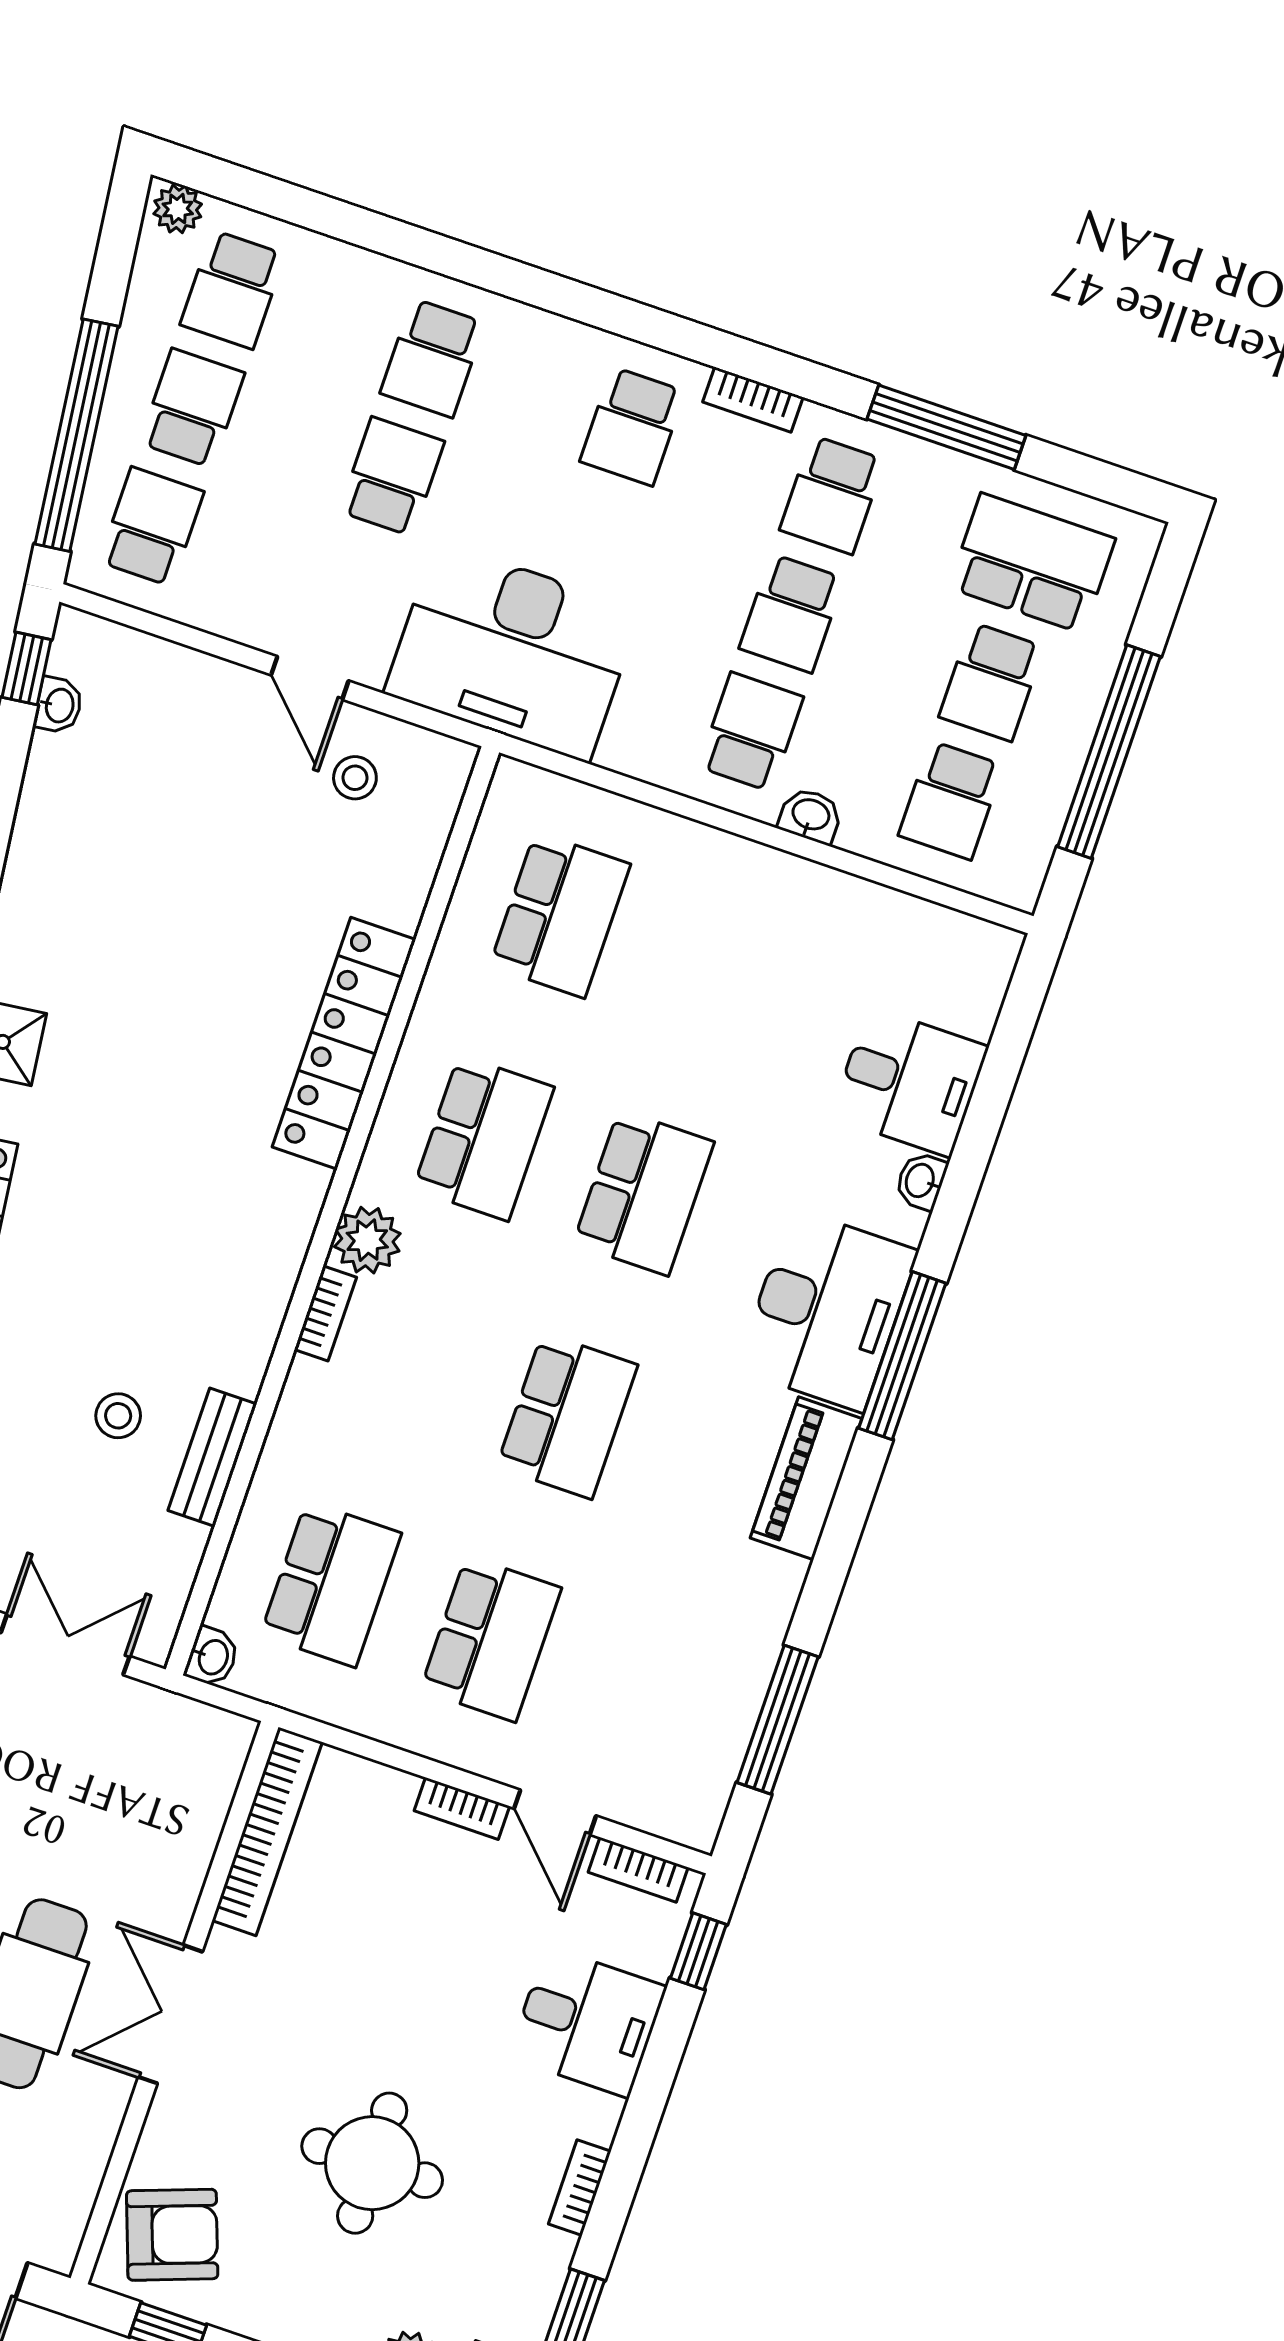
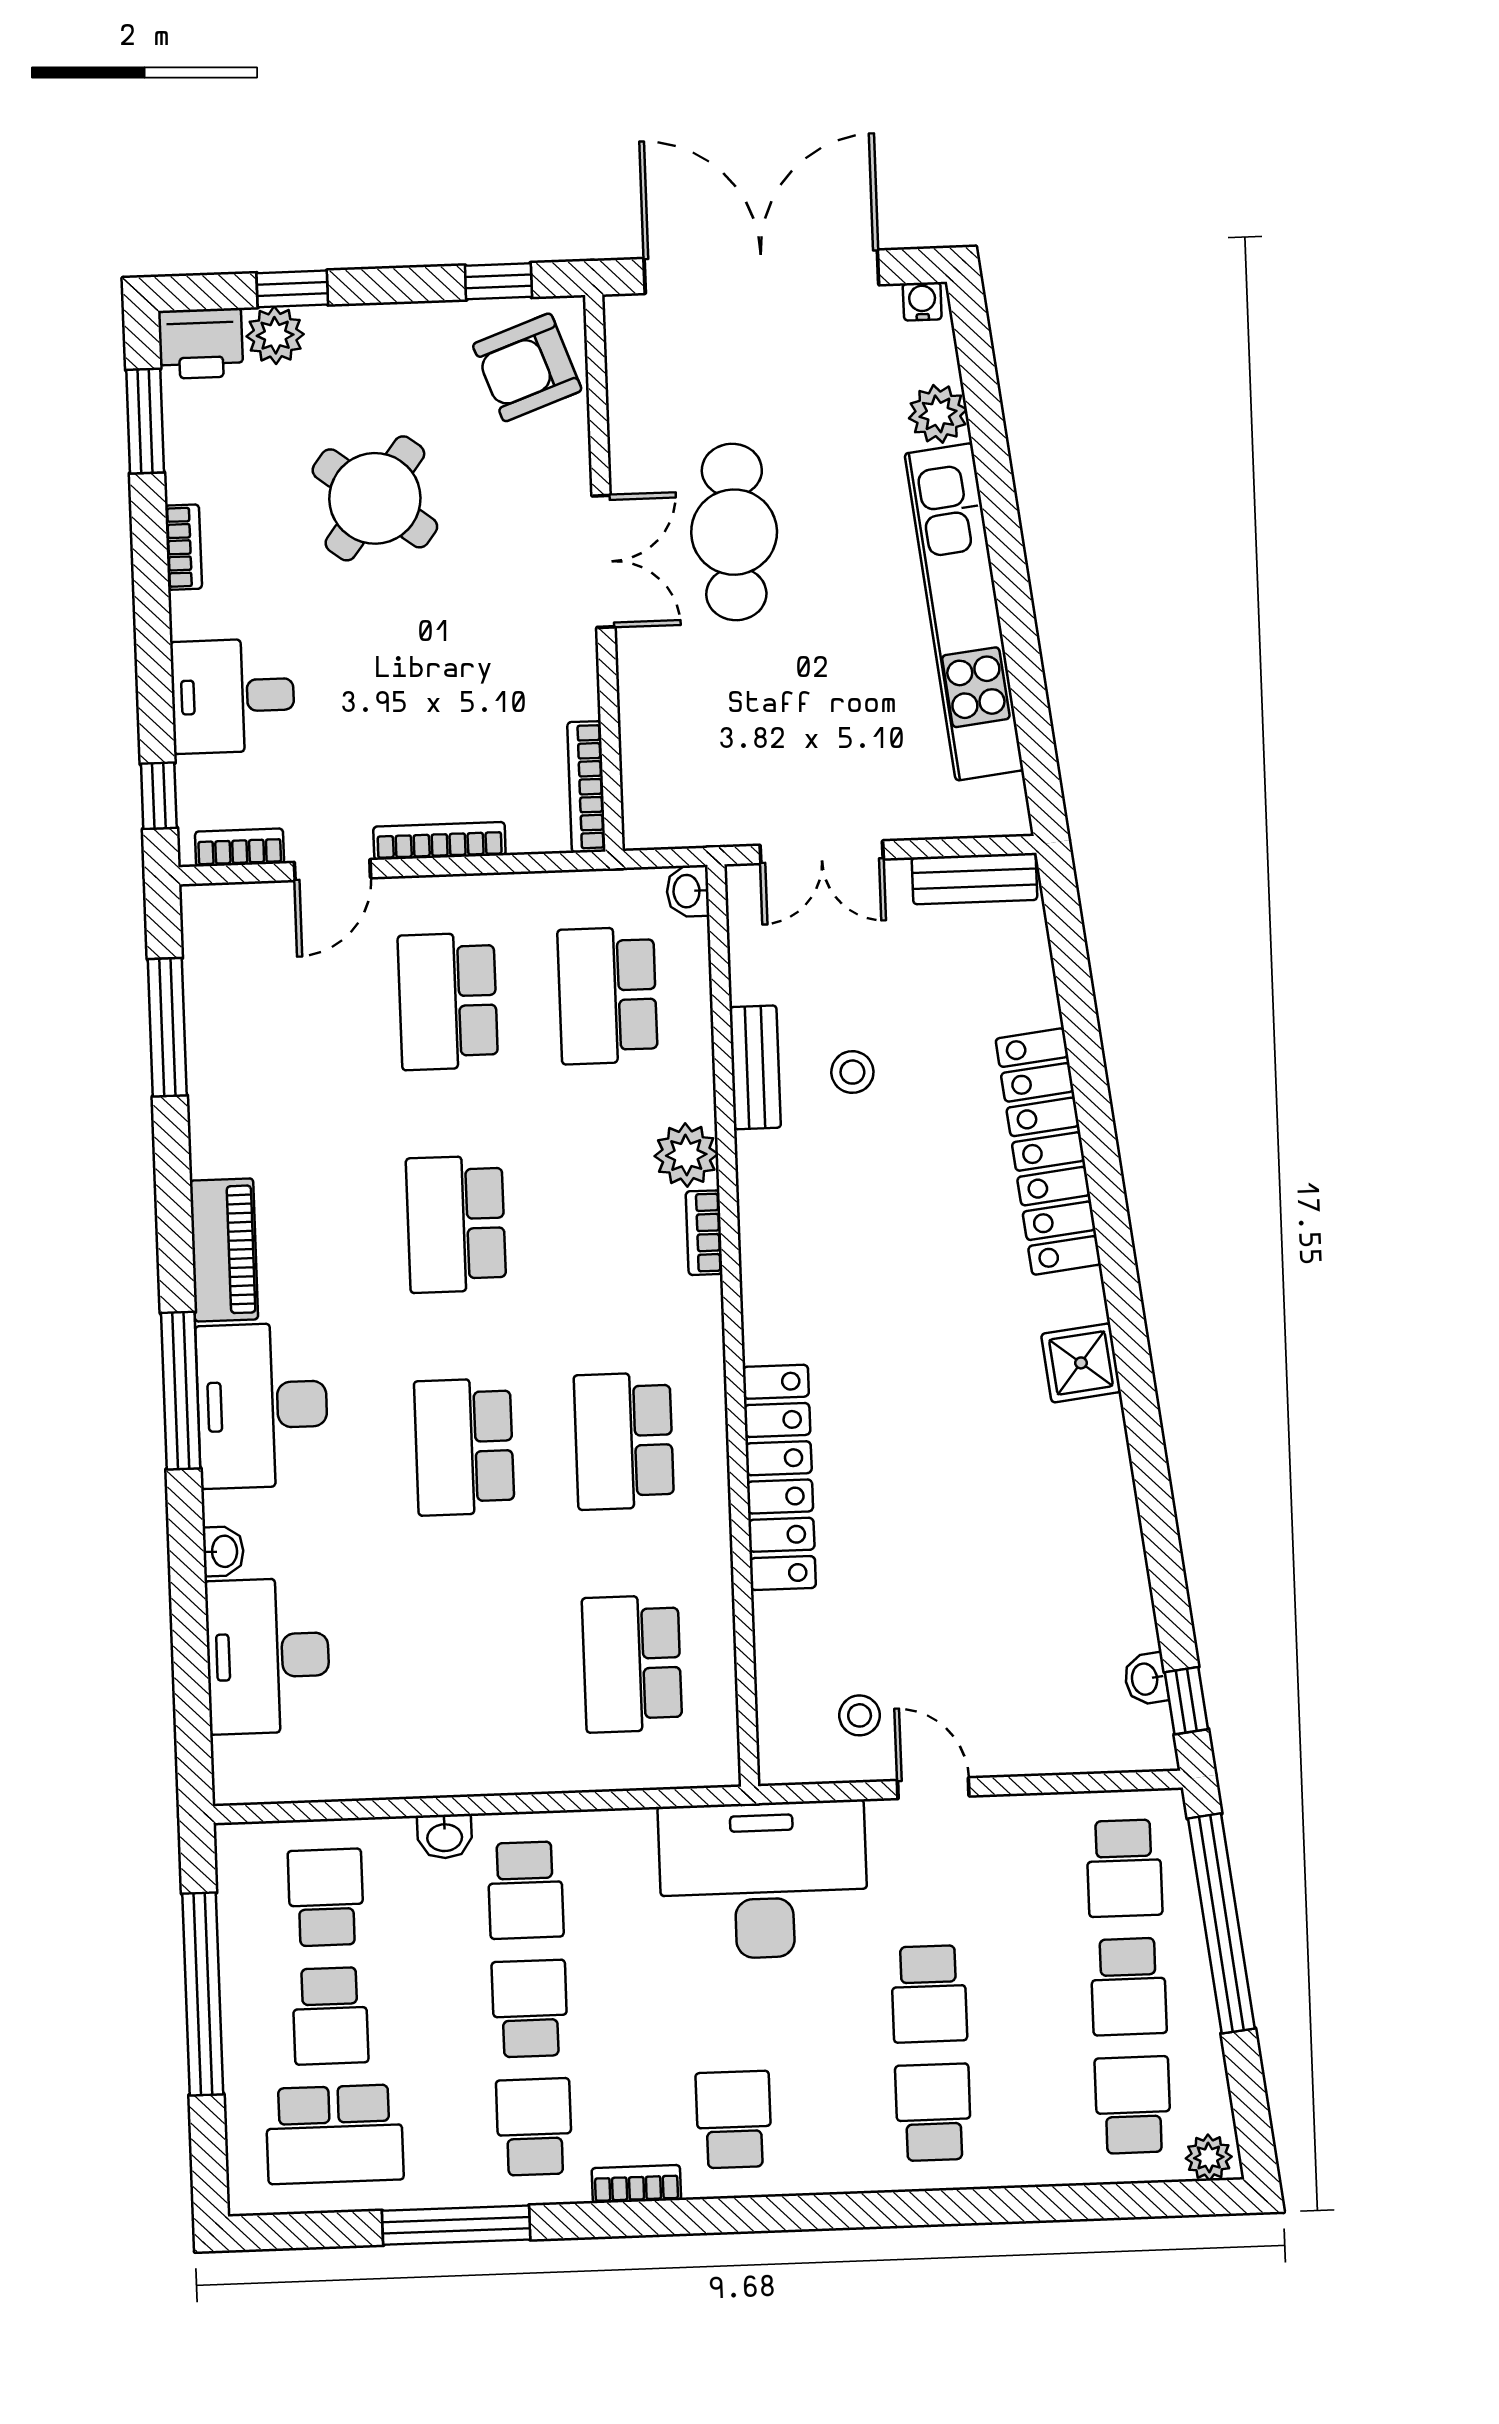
school desk: (991, 682) -> (330, 2016), turned 180
desk: (910, 1082) -> (268, 1656), width x1.37
plant: (367, 1240) -> (686, 1155), moved
bookcase: (462, 1809) -> (439, 841), width x1.56
door: (555, 1812) -> (332, 870), swing flipped
bookcase: (267, 1831) -> (586, 787), width x0.68, depth x0.76
round table: (372, 2163) -> (375, 498), turned 38

